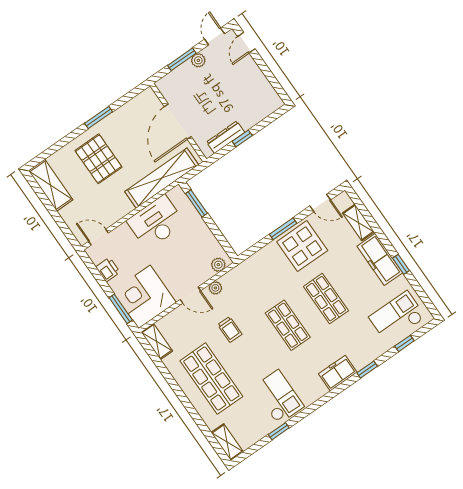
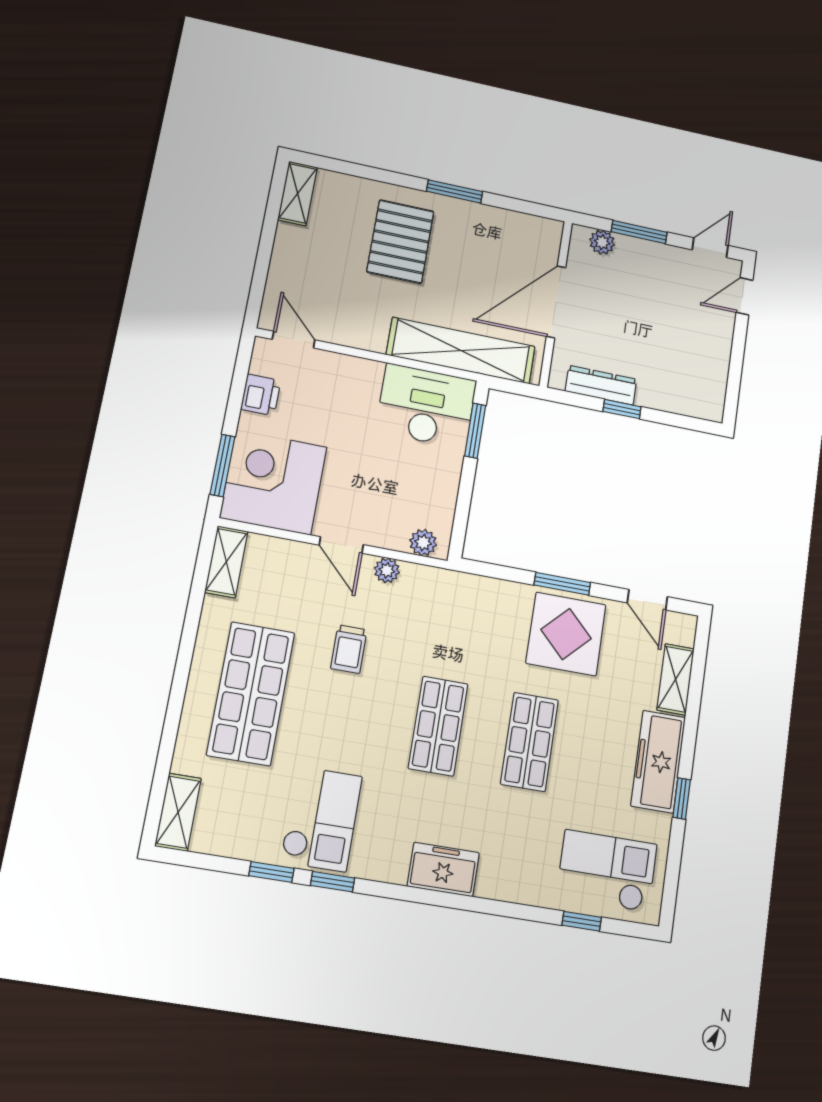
plant: (198, 60) -> (602, 242), moved
shelving: (51, 185) -> (298, 193), width x0.67, depth x0.75
desk: (156, 222) -> (426, 406), moved
window: (367, 370) -> (333, 882), moved

